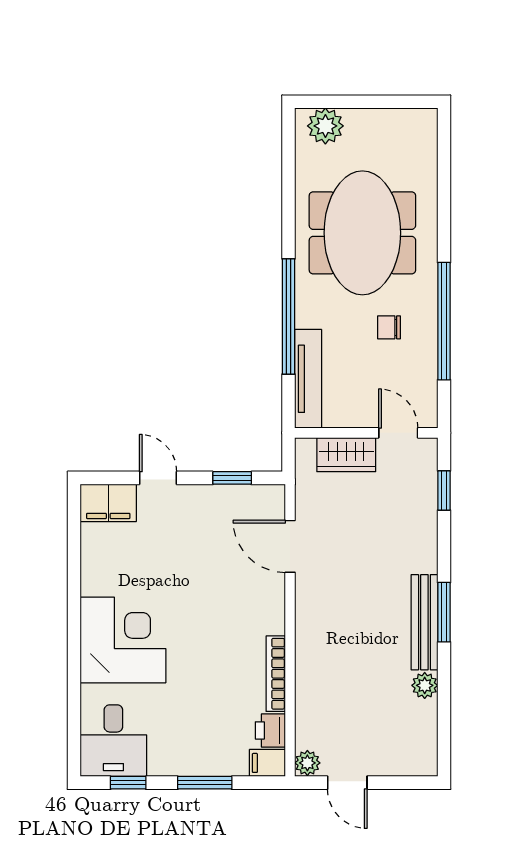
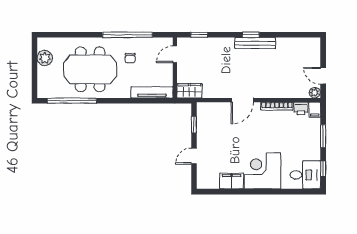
plant: (325, 126) -> (45, 58), moved
window: (289, 316) -> (72, 101), moved
wardrobe: (346, 455) -> (189, 91), moved, turned -90
filing cabinet: (108, 503) -> (232, 181), moved, turned -90
door: (290, 546) -> (242, 100), moved
window: (444, 612) -> (251, 35), width x0.67
plant: (425, 685) -> (282, 43), removed
door: (347, 783) -> (323, 76), swing flipped

